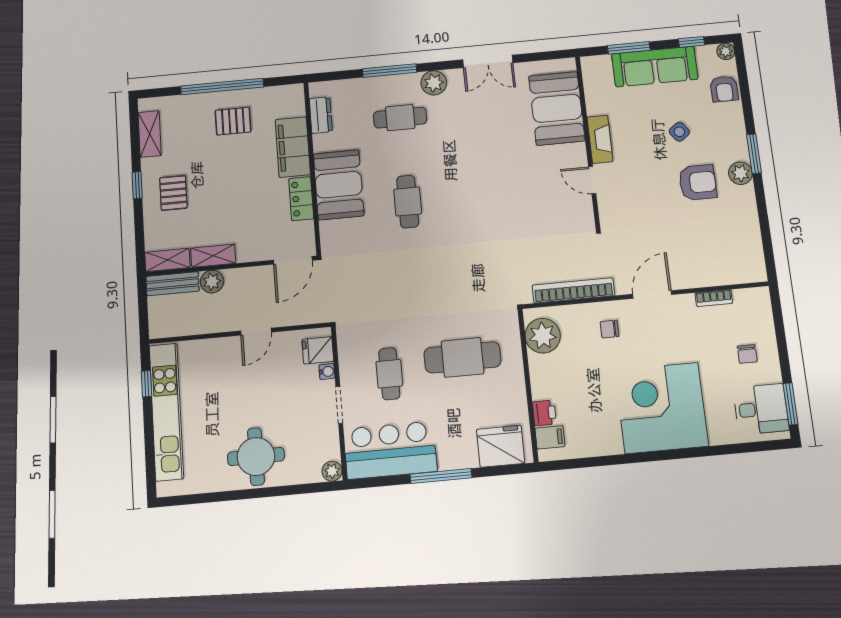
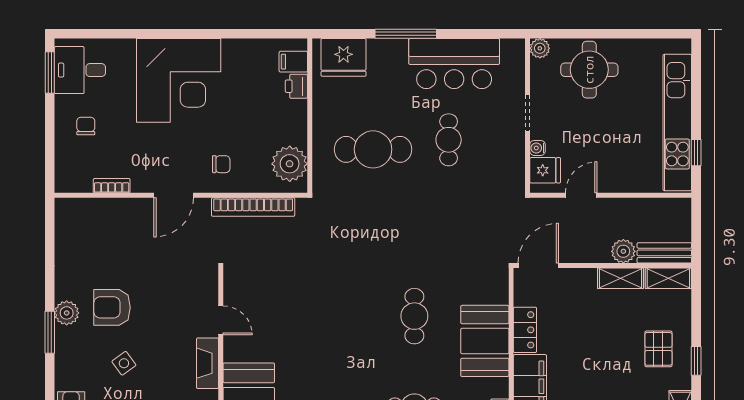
fridge: (318, 350) -> (545, 170), moved
water cooler: (327, 371) -> (537, 148), moved
wall: (339, 402) -> (528, 116), moved
doorway: (339, 405) -> (528, 113), moved
plant: (332, 471) -> (540, 48), moved

